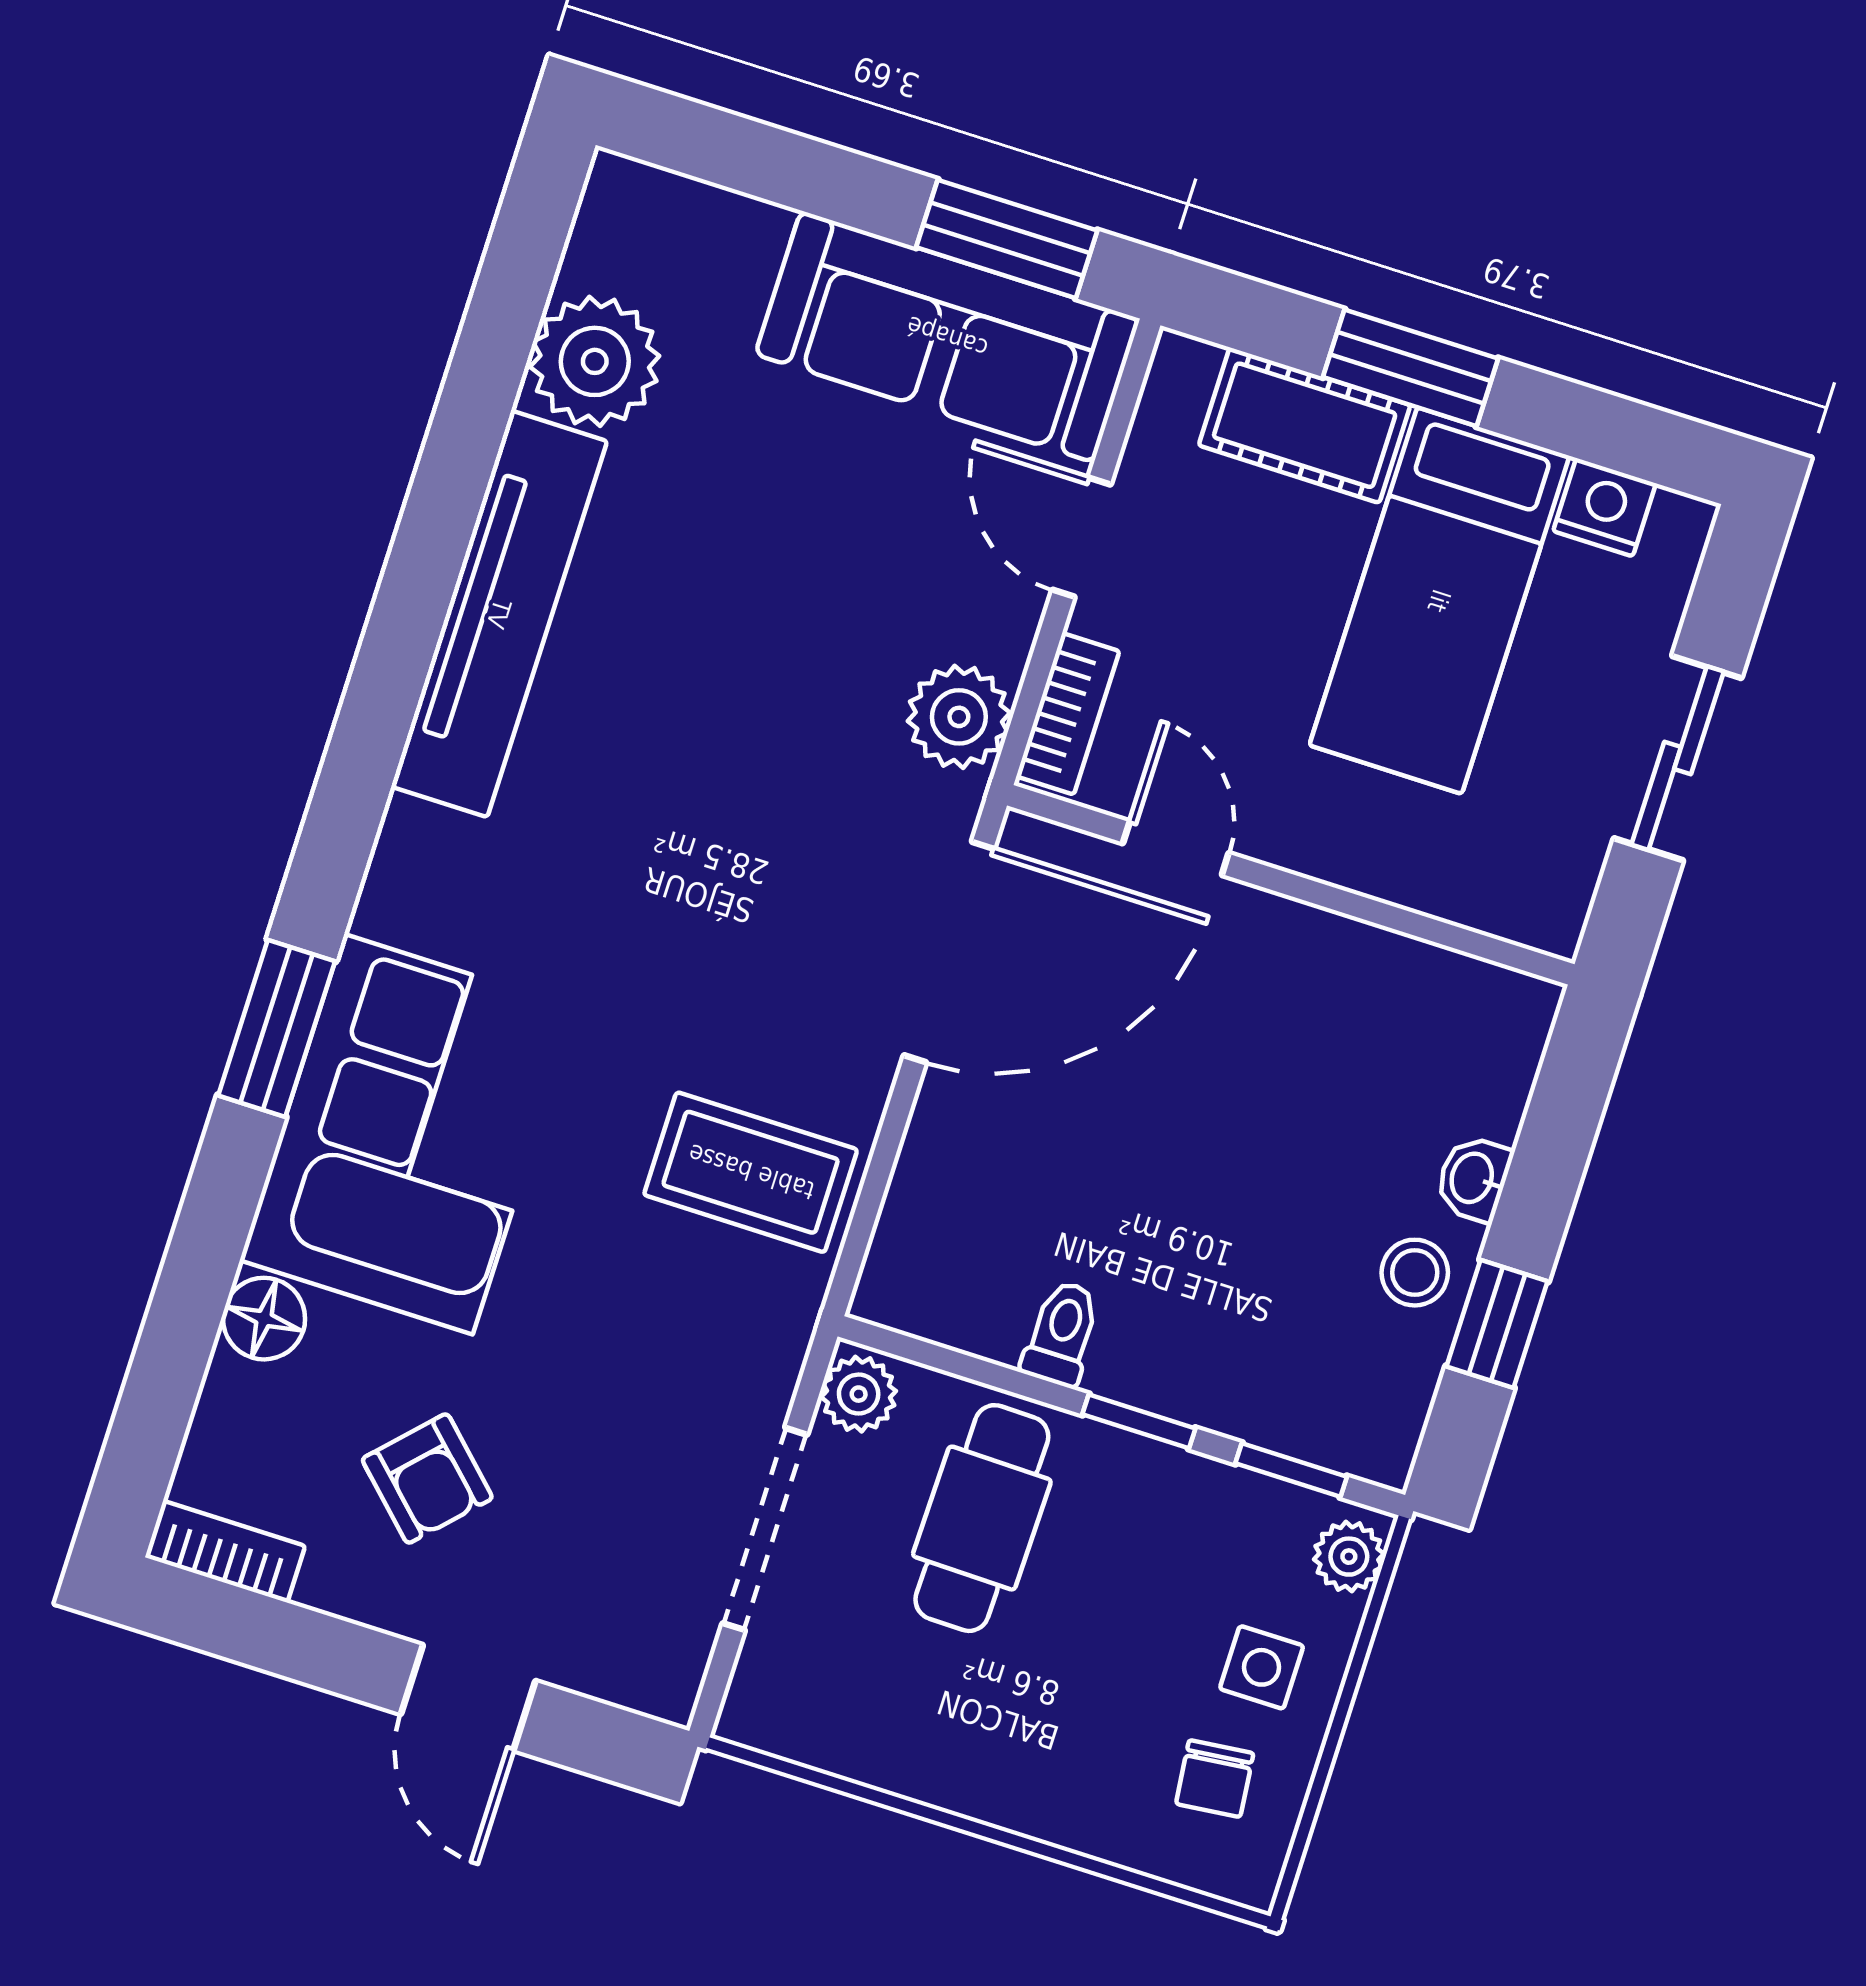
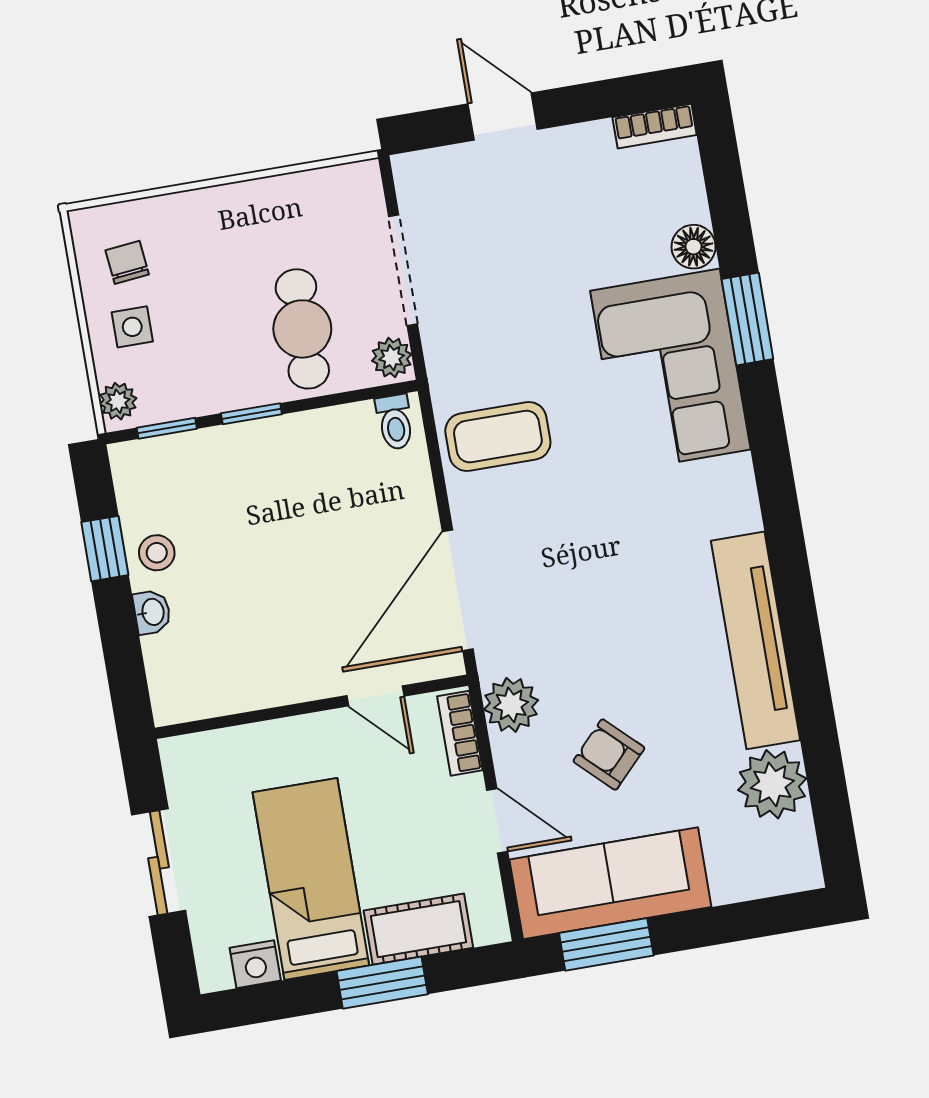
window: (277, 1028) -> (747, 319), moved
toilet: (1062, 1333) -> (395, 422), moved
armchair: (427, 1479) -> (609, 755), moved

